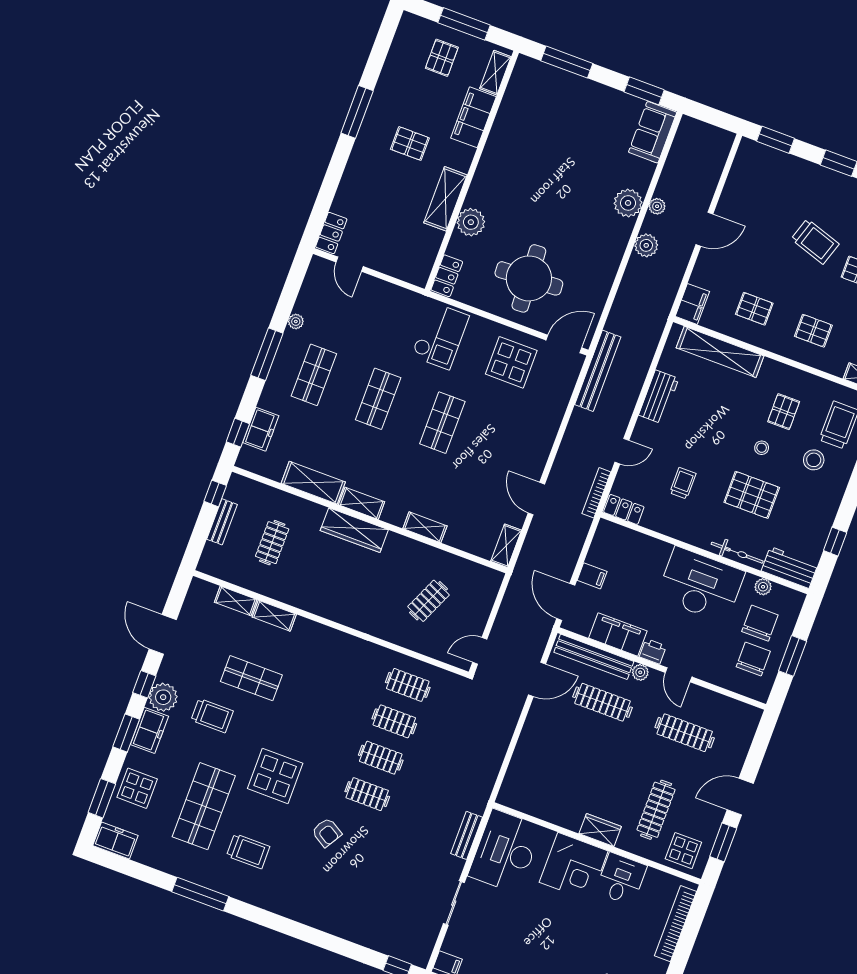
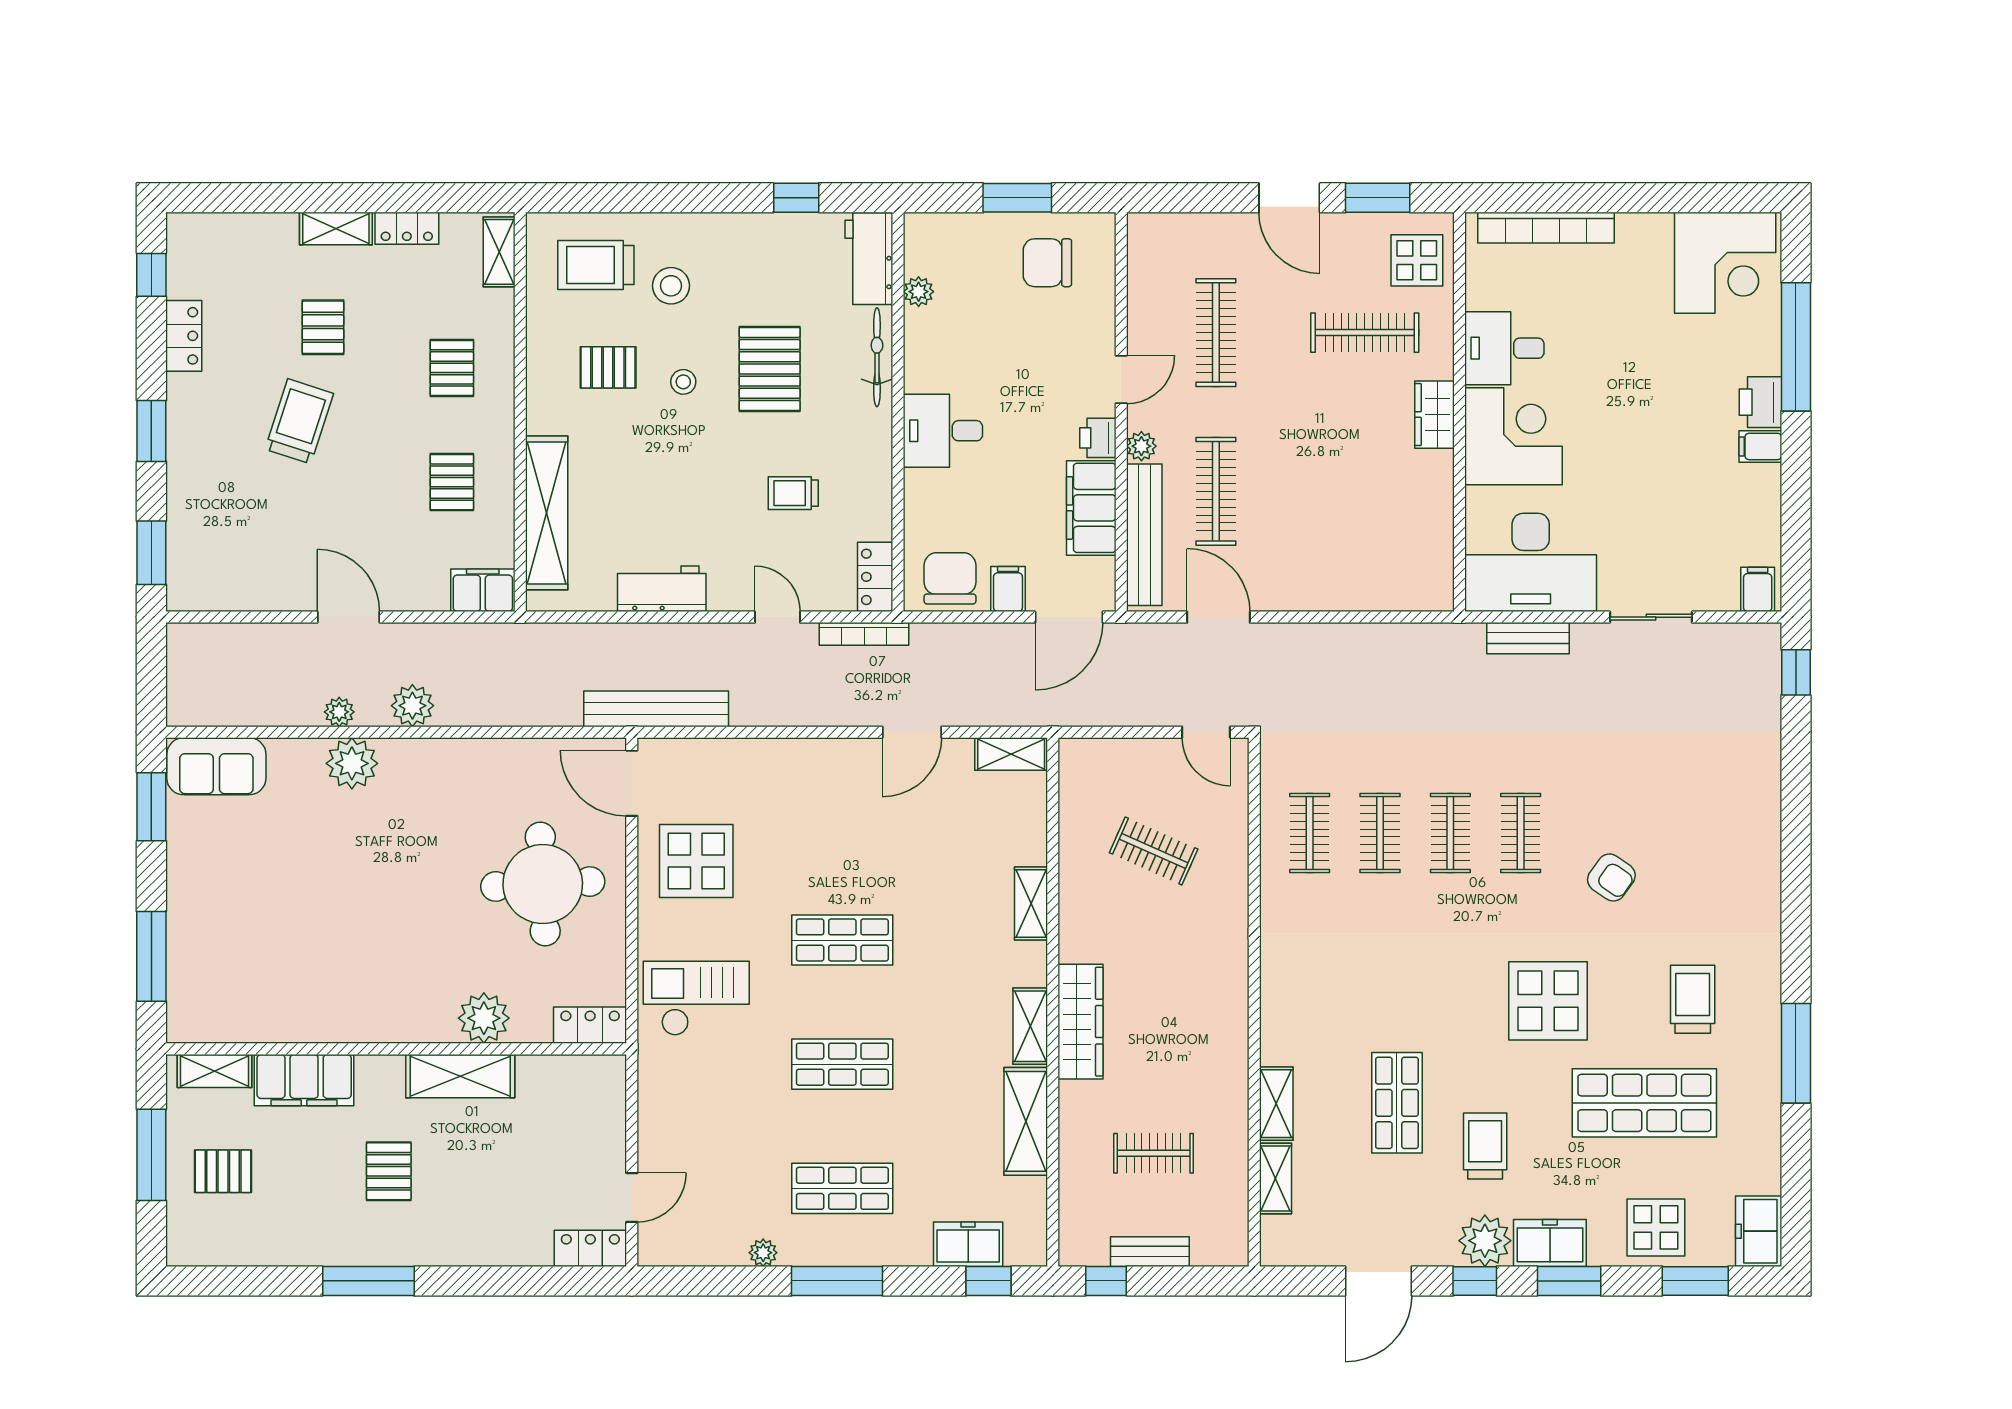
desk: (701, 585) -> (943, 431), width x0.53, depth x0.77
chair: (760, 623) -> (950, 578), moved, turned 90
armchair: (327, 832) -> (1611, 877), turned 94

